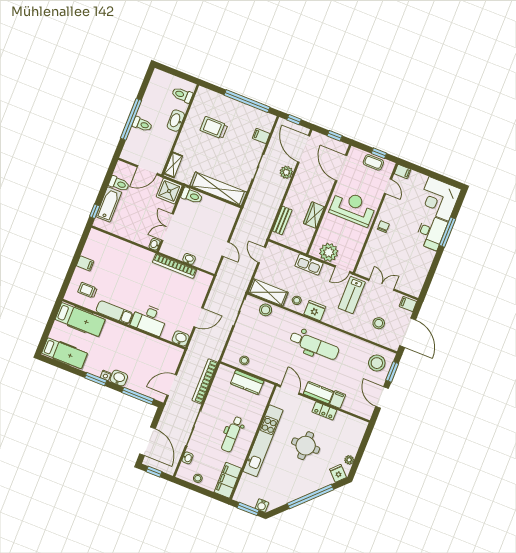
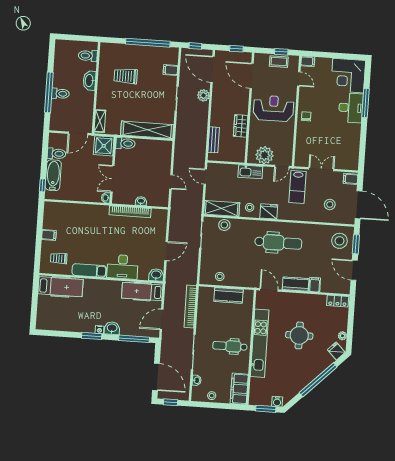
hospital bed: (65, 353) -> (142, 291), moved, turned 180
locker: (324, 411) -> (338, 301), moved
dental chair: (232, 434) -> (230, 346), turned 90

